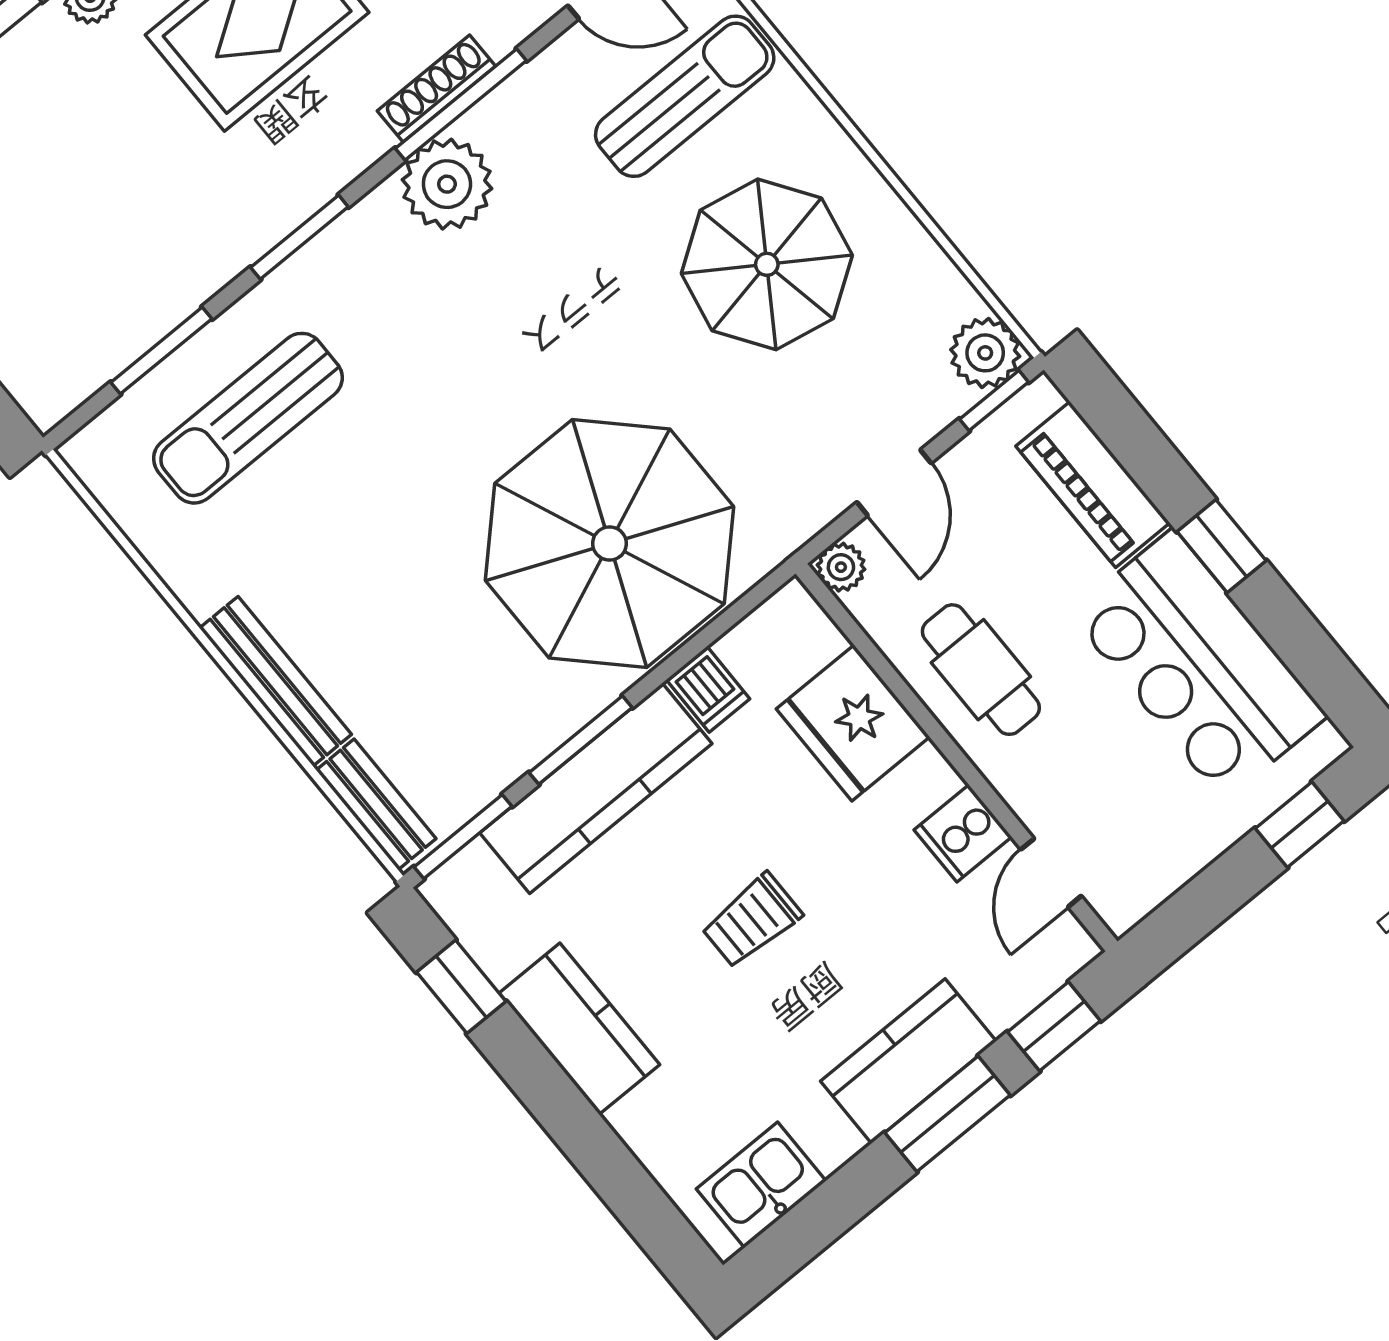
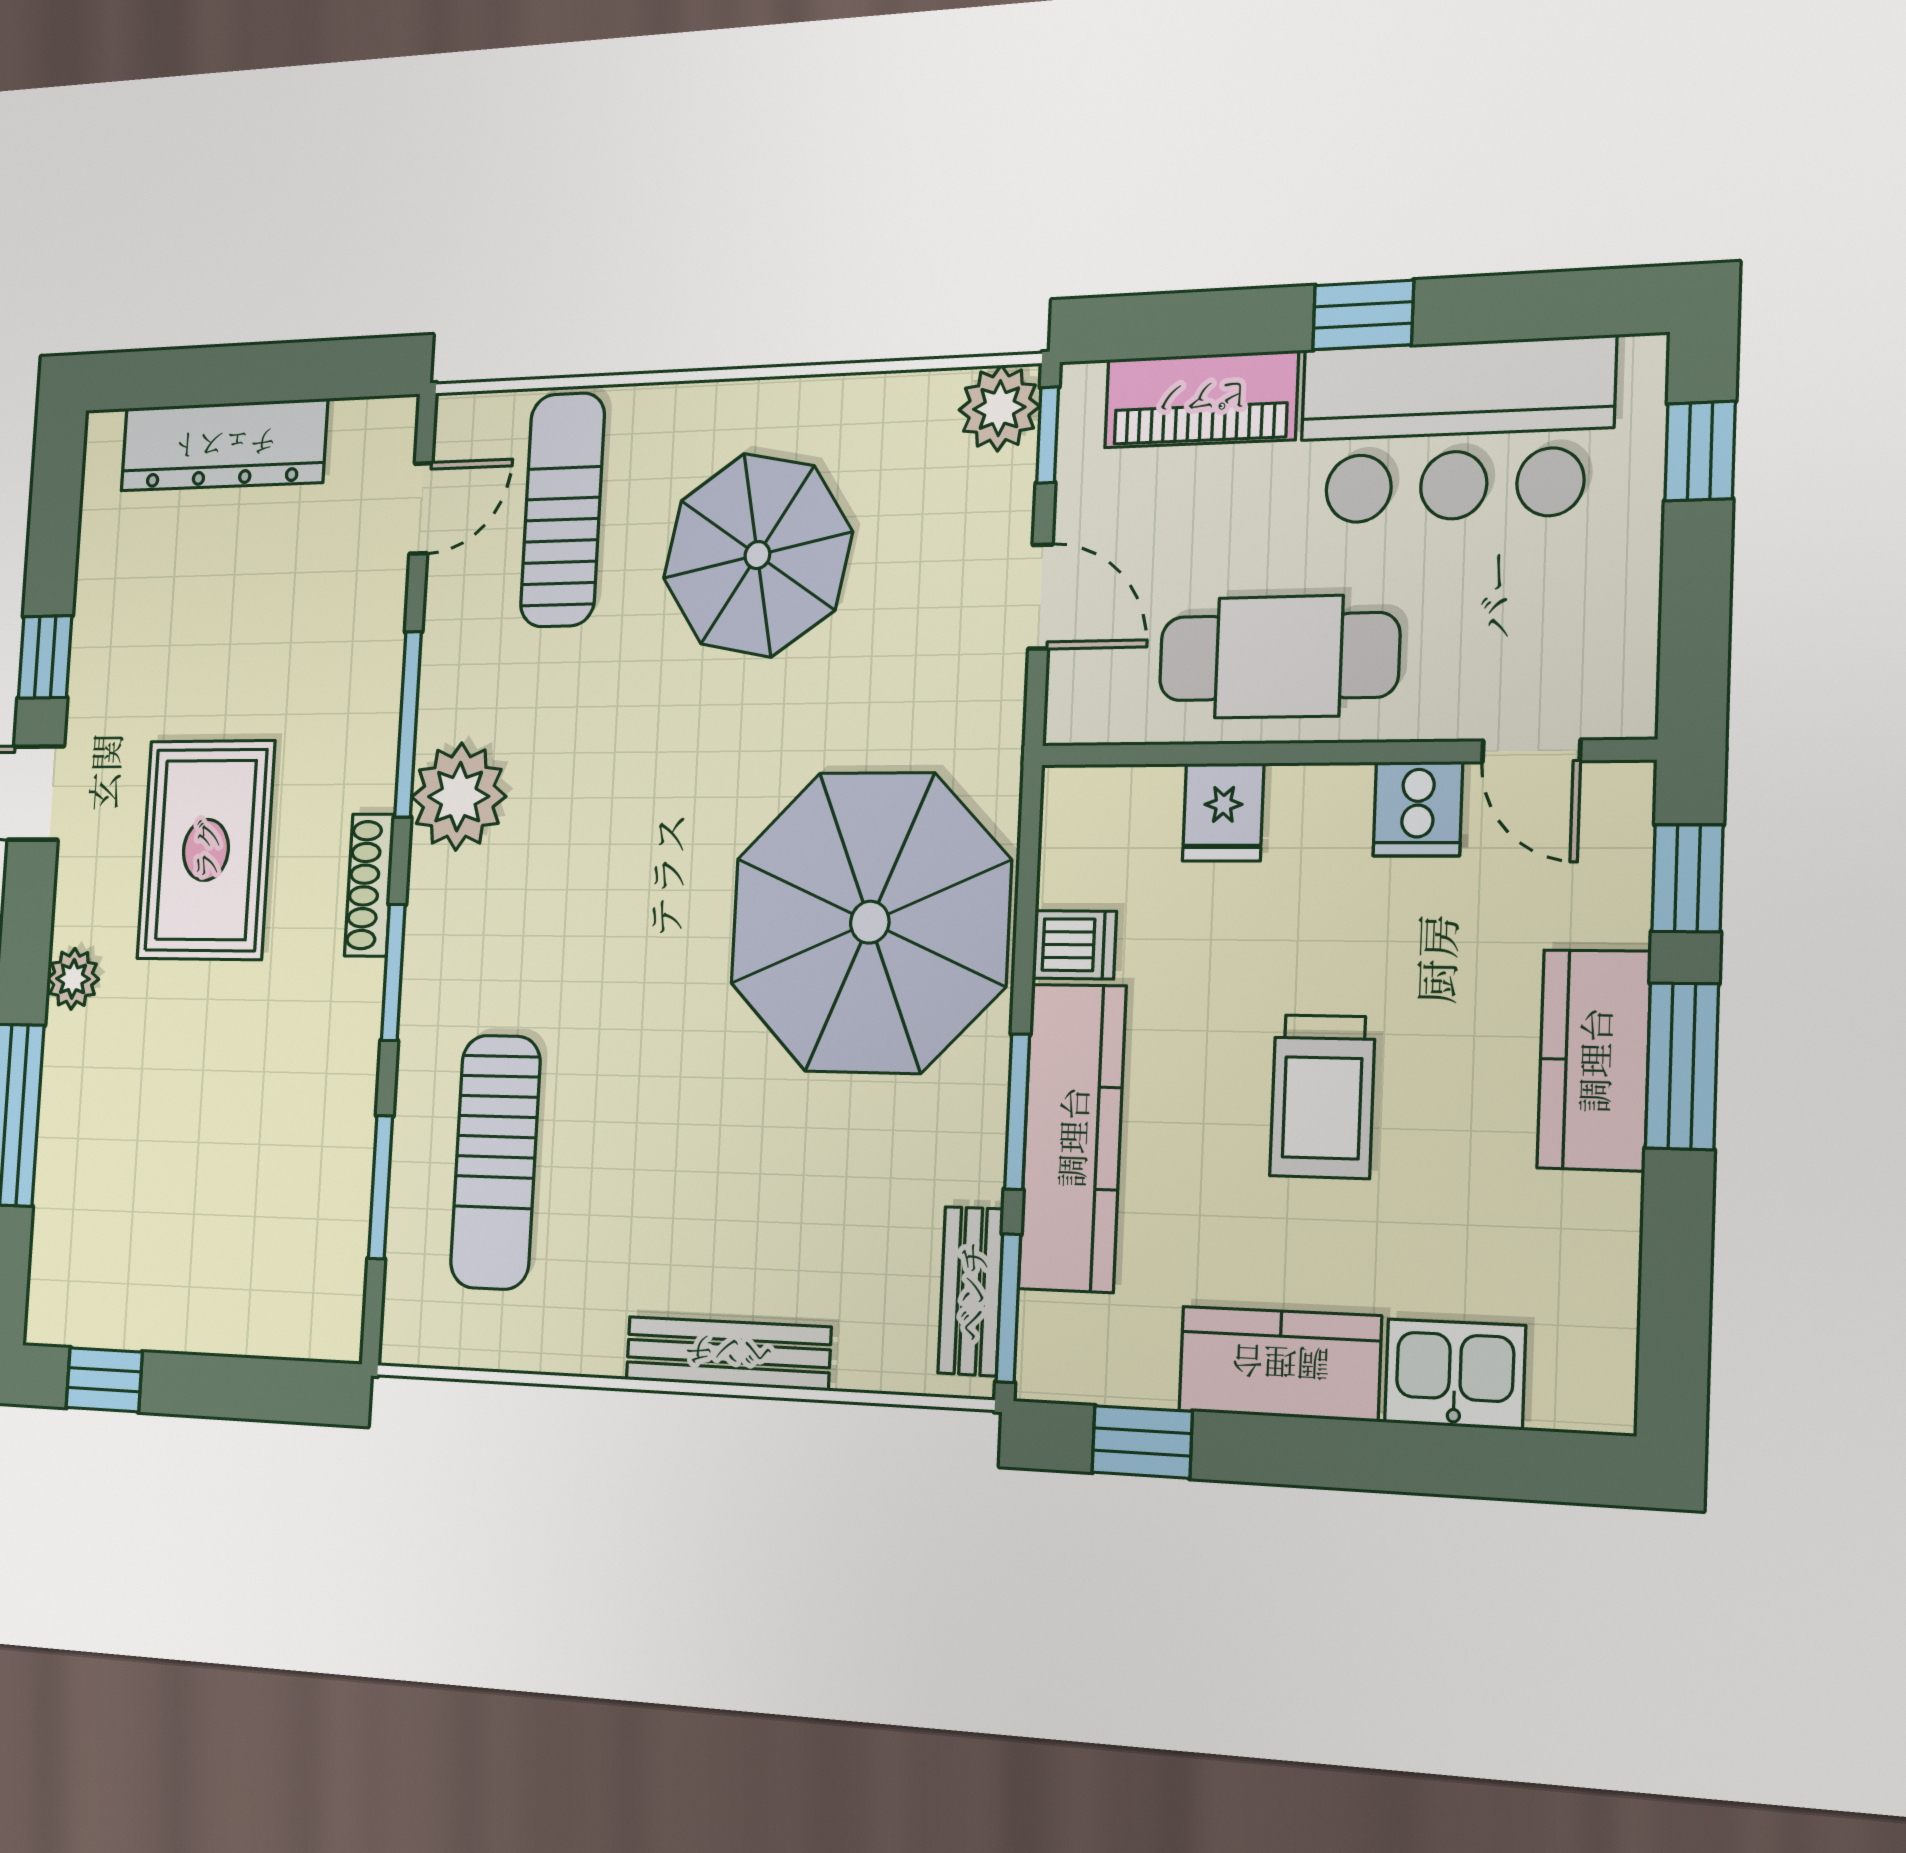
shoe rack: (436, 89) -> (370, 885), moved
plant: (841, 567) -> (1072, 715), removed
cafe table: (981, 670) -> (1279, 657), width x1.37, depth x1.35
fridge: (853, 723) -> (1223, 812), width x0.53, depth x0.75
bench: (376, 804) -> (971, 1291), moved, turned 90
trolley: (752, 921) -> (1322, 1096), width x1.36, depth x1.39
kitchen sink: (761, 1185) -> (1455, 1374), moved, turned 90

